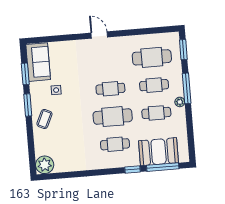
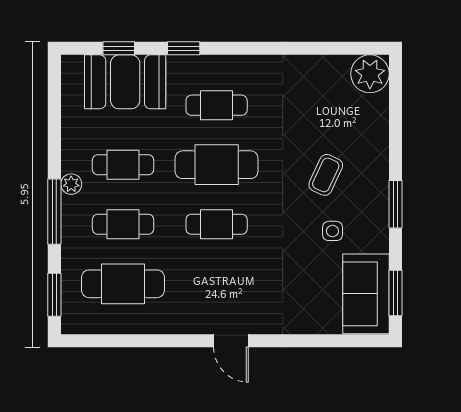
window: (25, 74) -> (395, 293), moved
coffee table: (44, 119) -> (326, 175), moved
window: (163, 167) -> (119, 48), width x0.46

